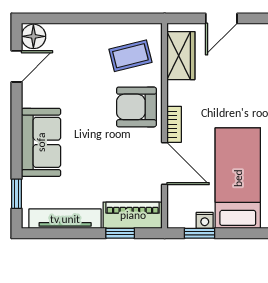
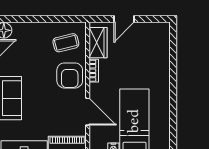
armchair: (136, 107) -> (70, 75), turned -90
bookcase: (174, 124) -> (94, 71), moved

